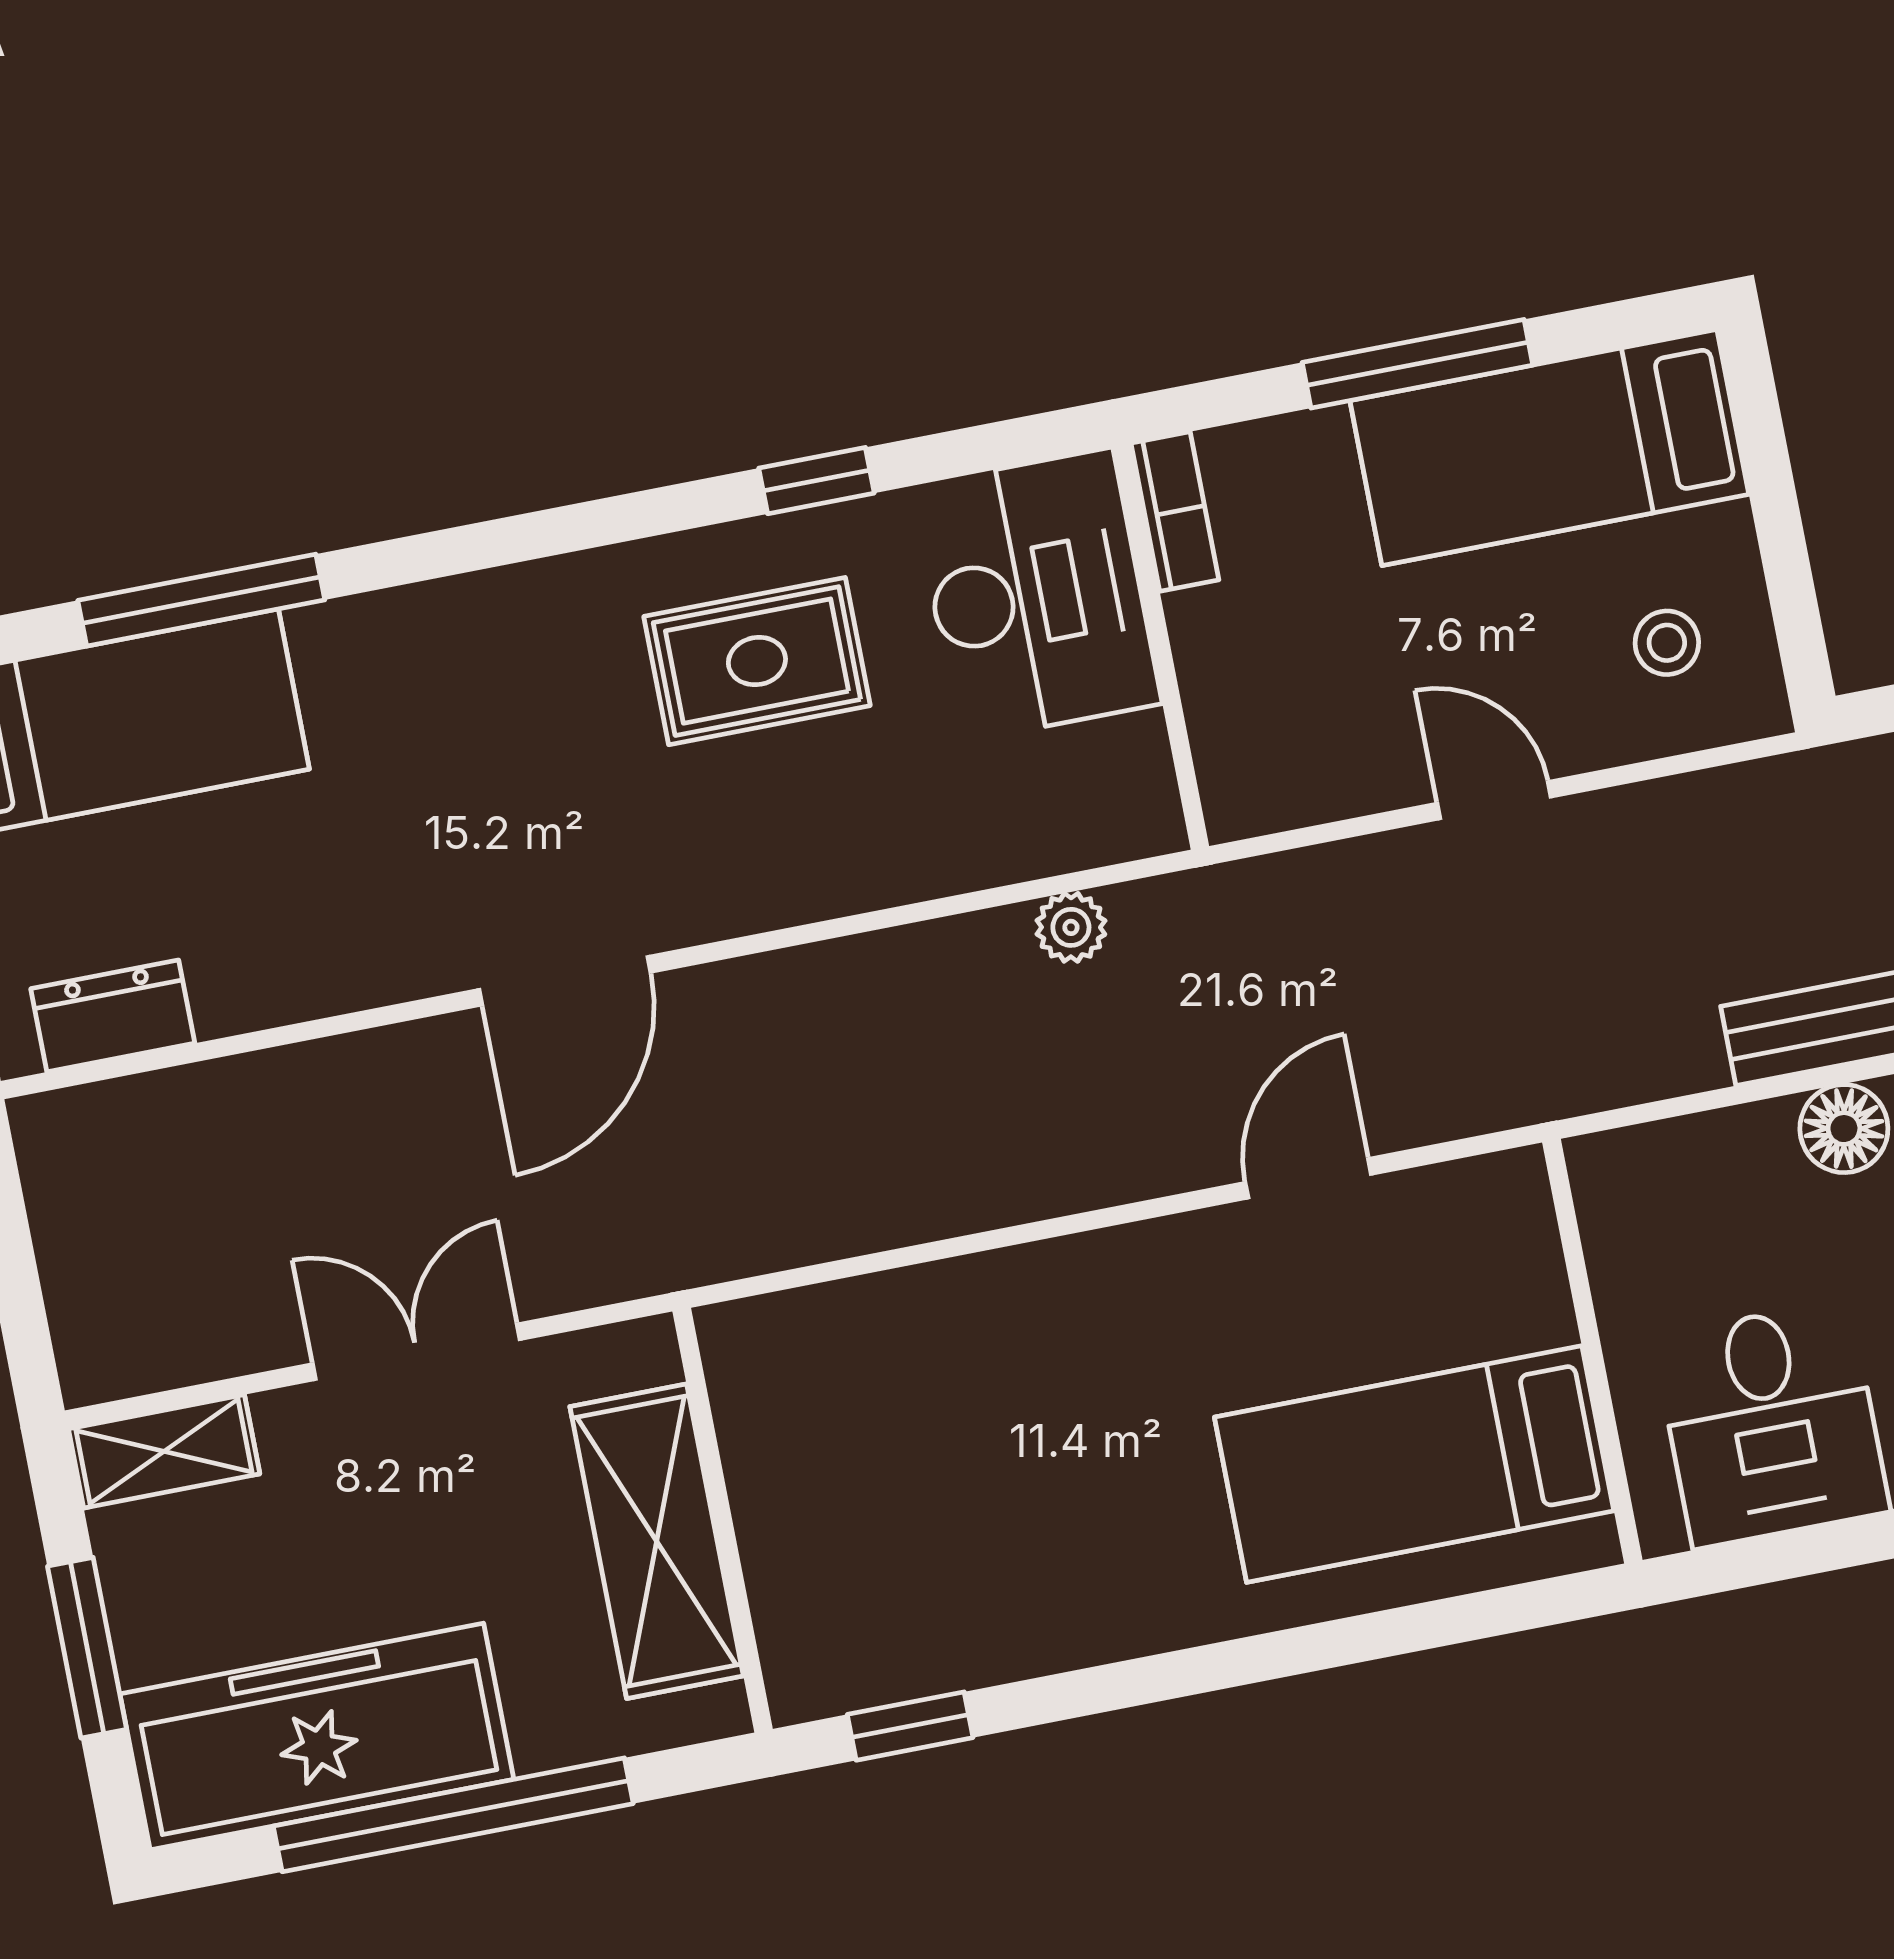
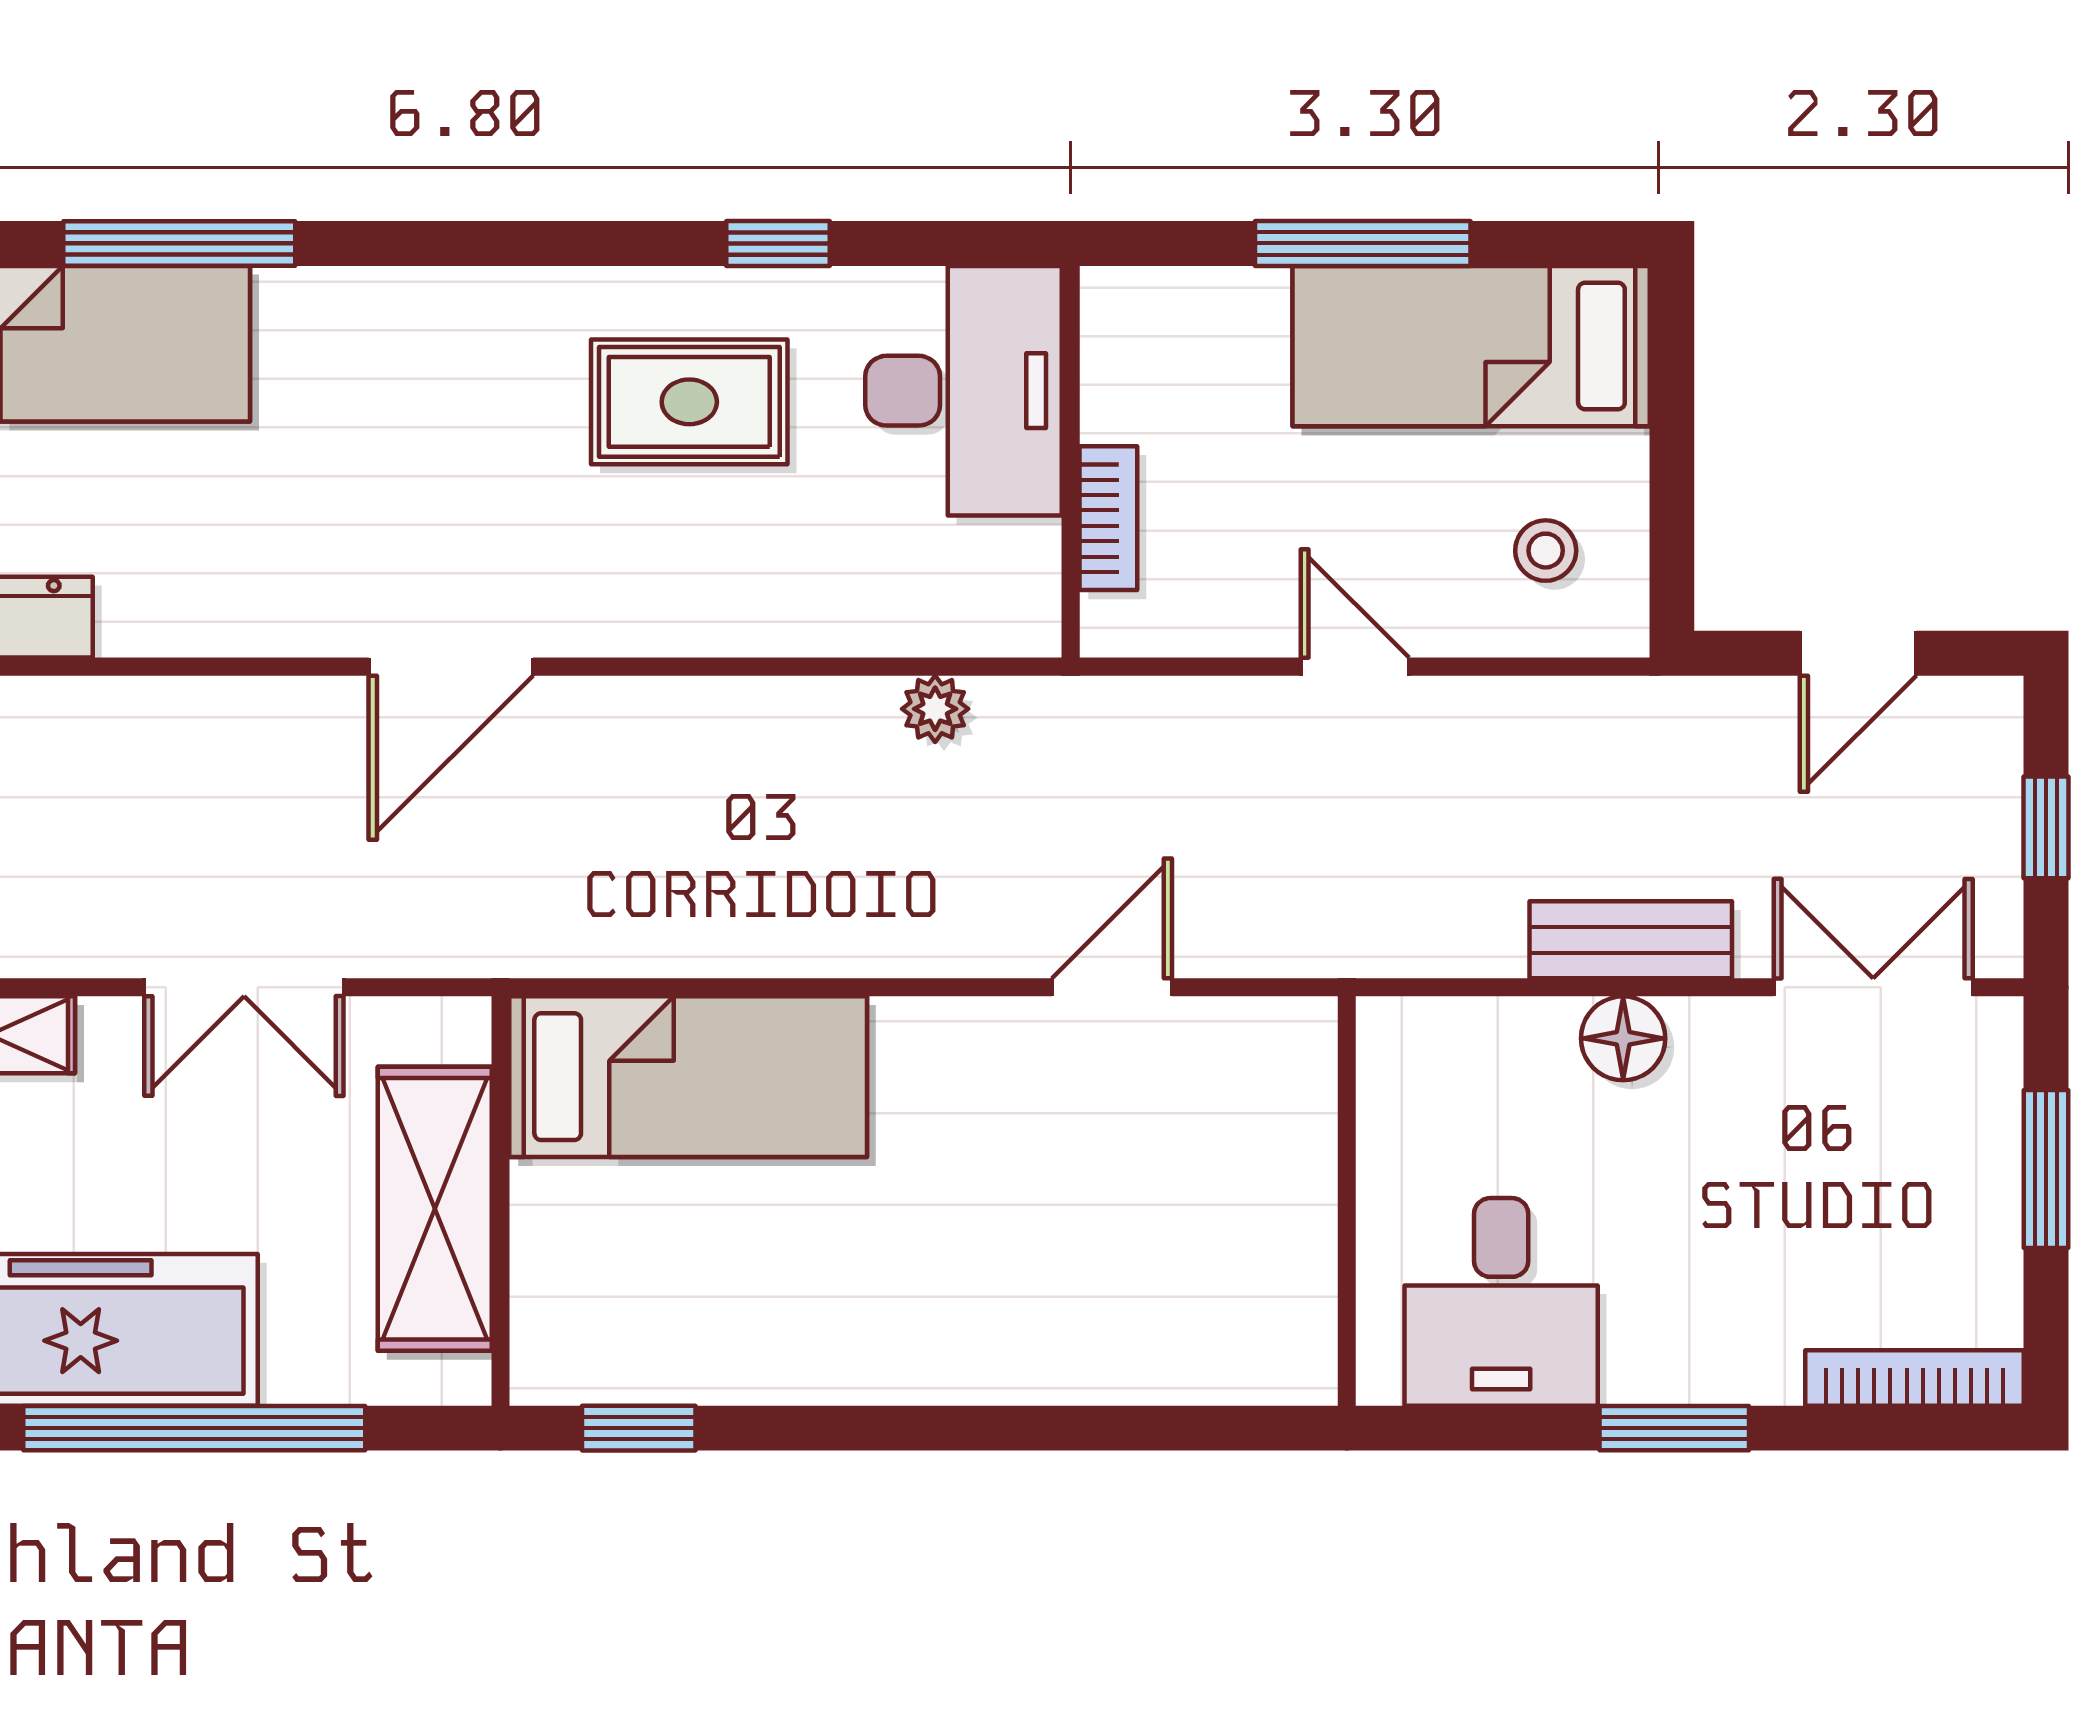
bookcase: (1175, 511) -> (1108, 518), moved
double door: (416, 1352) -> (244, 987), swing flipped
bed: (1414, 1464) -> (688, 1077), moved, turned 180

